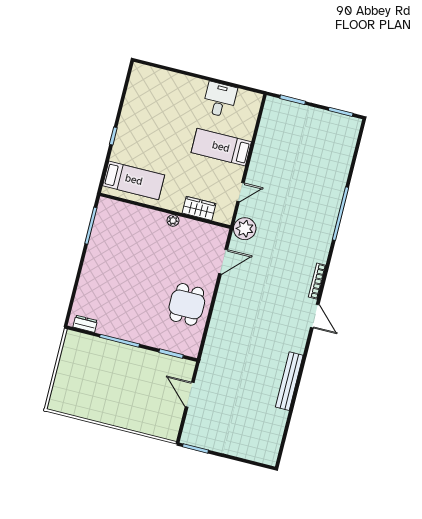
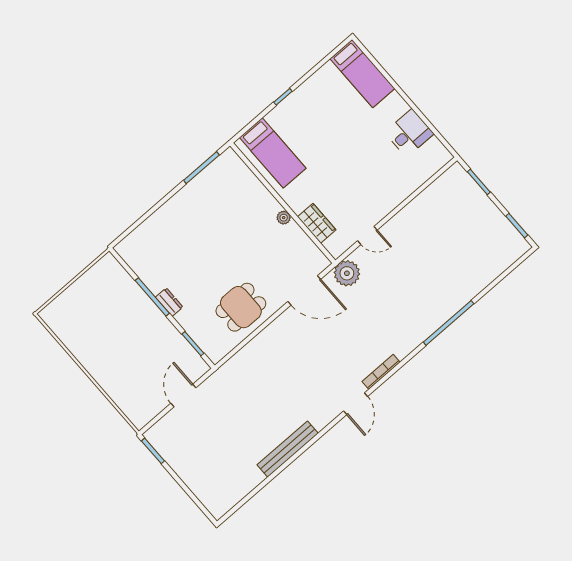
bed: (221, 147) -> (362, 74), moved, turned 180
door: (223, 262) -> (304, 290), width x1.36
dresser: (85, 324) -> (169, 302), moved

